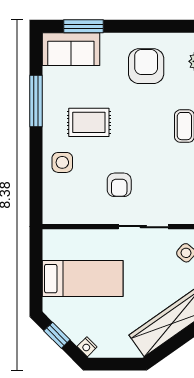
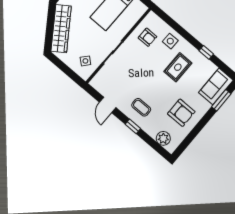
window: (36, 101) -> (206, 52), width x0.46
armchair: (119, 185) -> (147, 37), moved, turned 180

